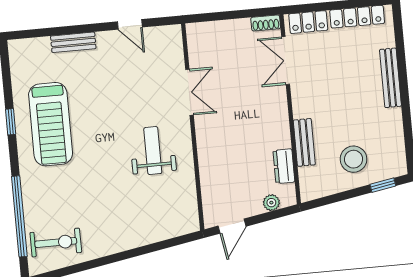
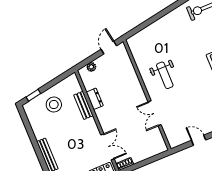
dresser: (284, 166) -> (95, 99), moved

